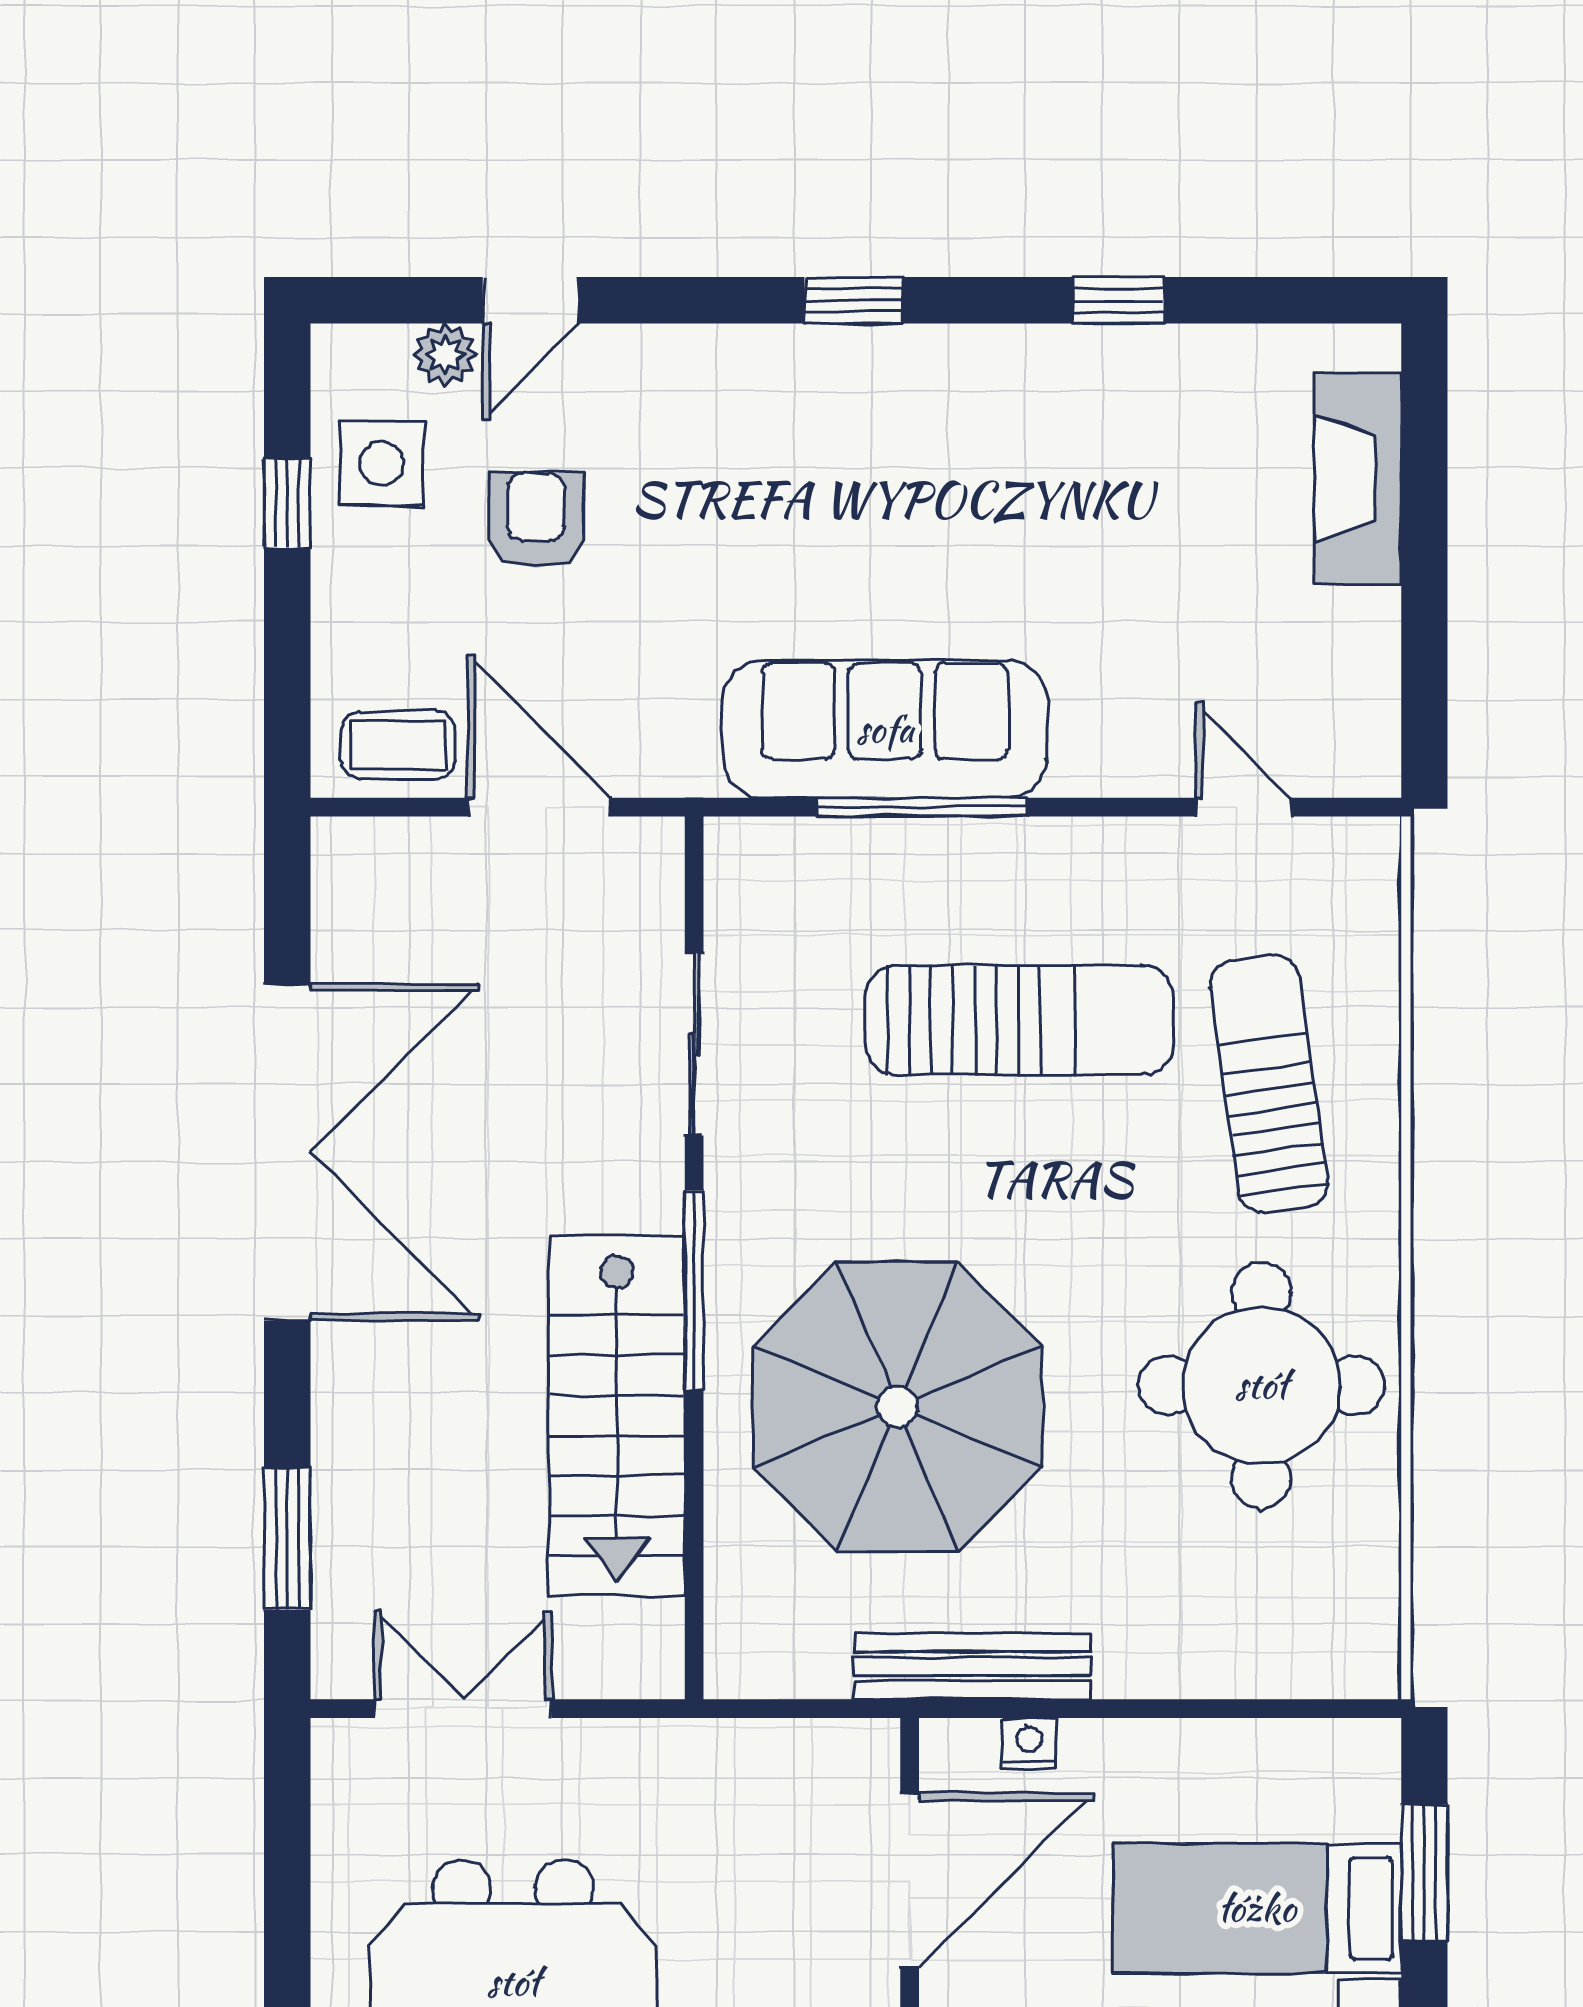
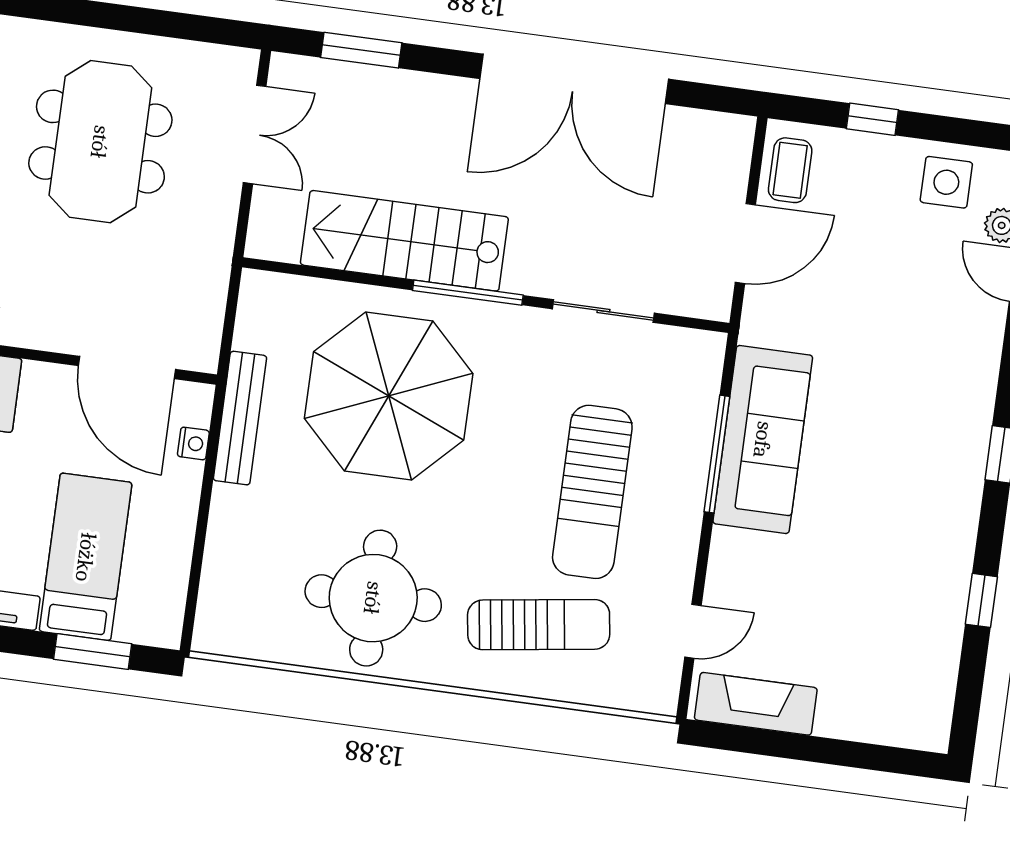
fireplace: (1358, 478) -> (756, 704), moved
window: (287, 503) -> (872, 119), moved
armchair: (536, 521) -> (903, 263), removed

